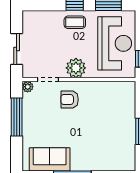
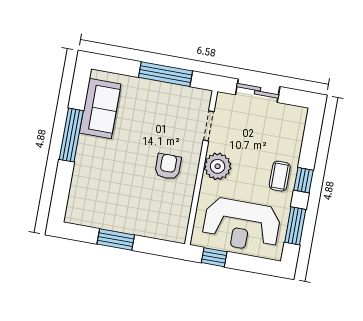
plant: (28, 87) -> (204, 97), removed
armchair: (70, 100) -> (168, 167), moved

